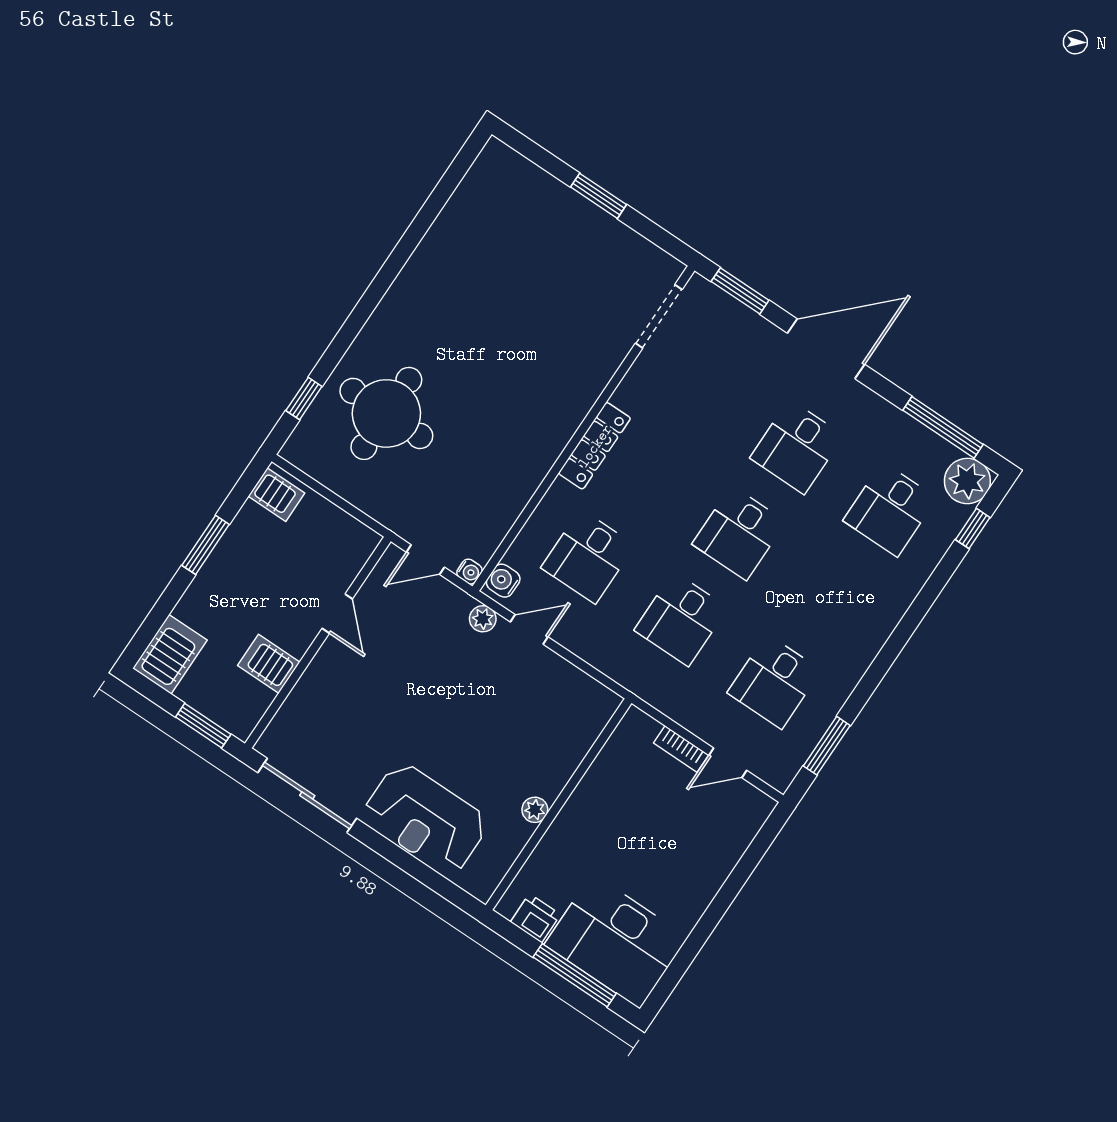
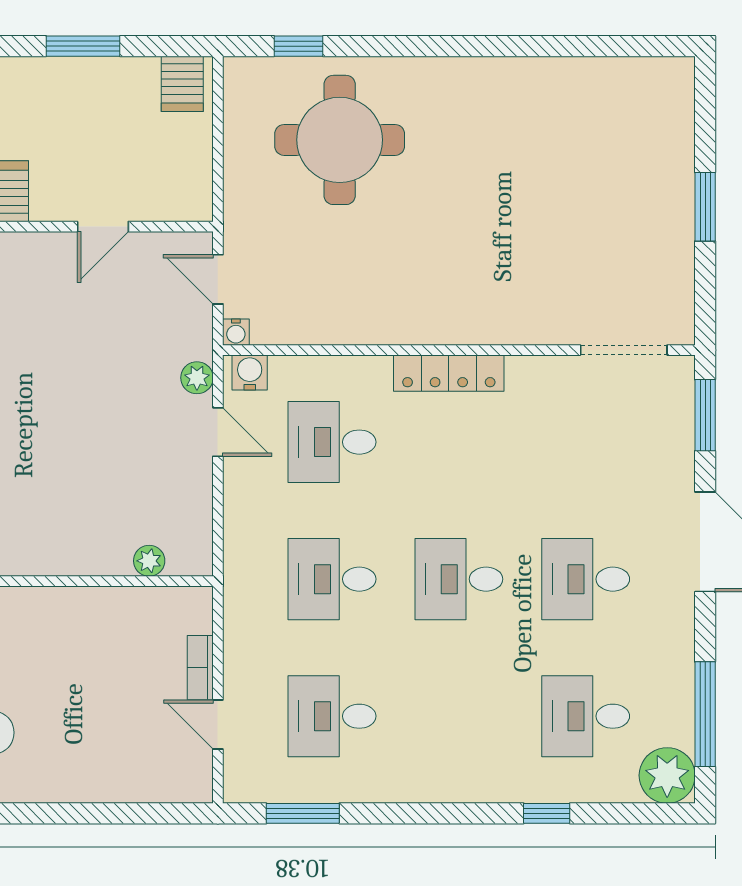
window: (973, 529) -> (547, 813), moved
plant: (535, 810) -> (149, 561), moved

